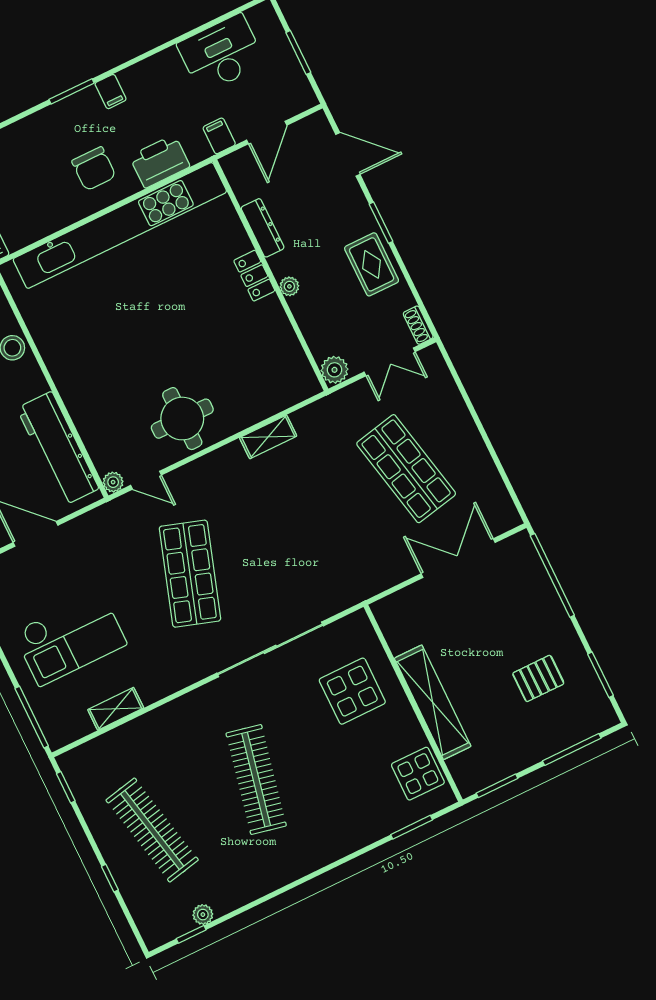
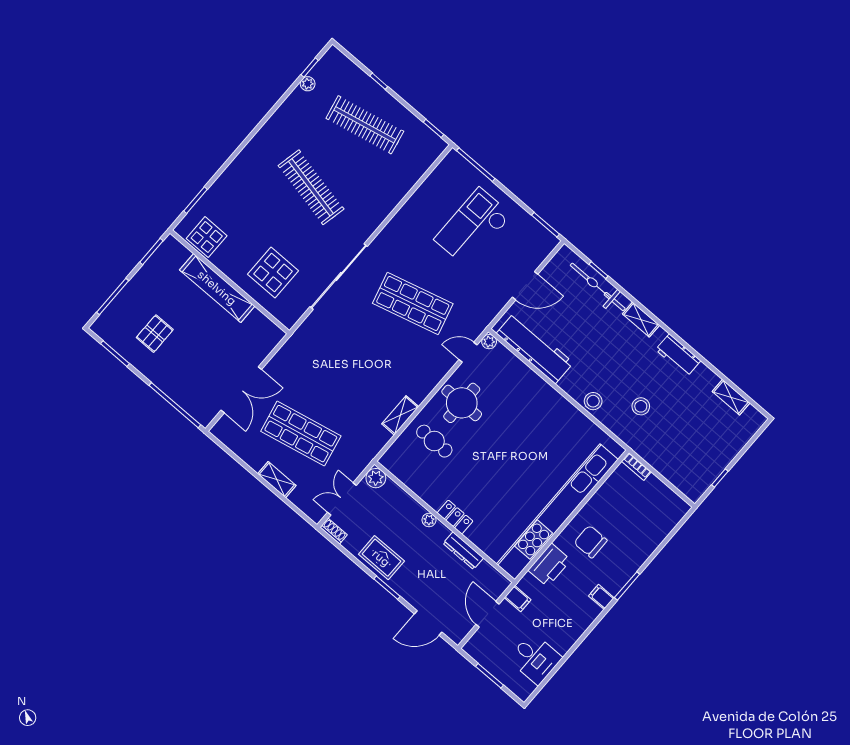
desk: (221, 54) -> (535, 658), width x0.73
cafe table: (239, 385) -> (434, 441), added
shop shelf: (190, 574) -> (413, 303), turned -33
shelving: (116, 709) -> (277, 480), moved, turned 90

